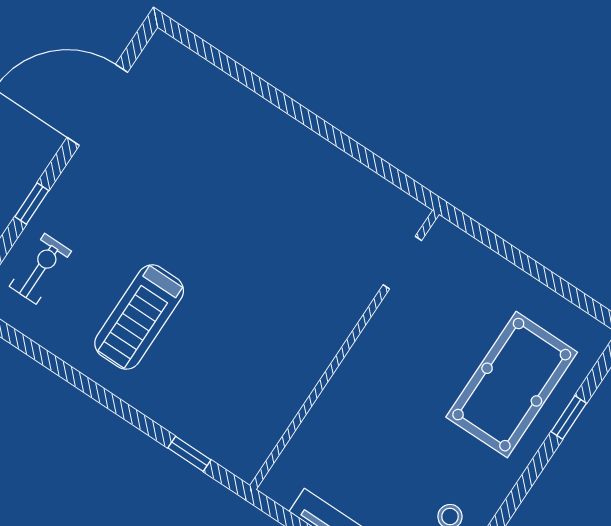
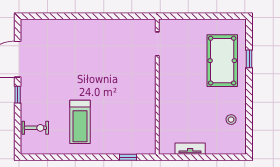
window: (32, 204) -> (18, 95), moved
exercise bike: (40, 269) -> (35, 128), turned 90

